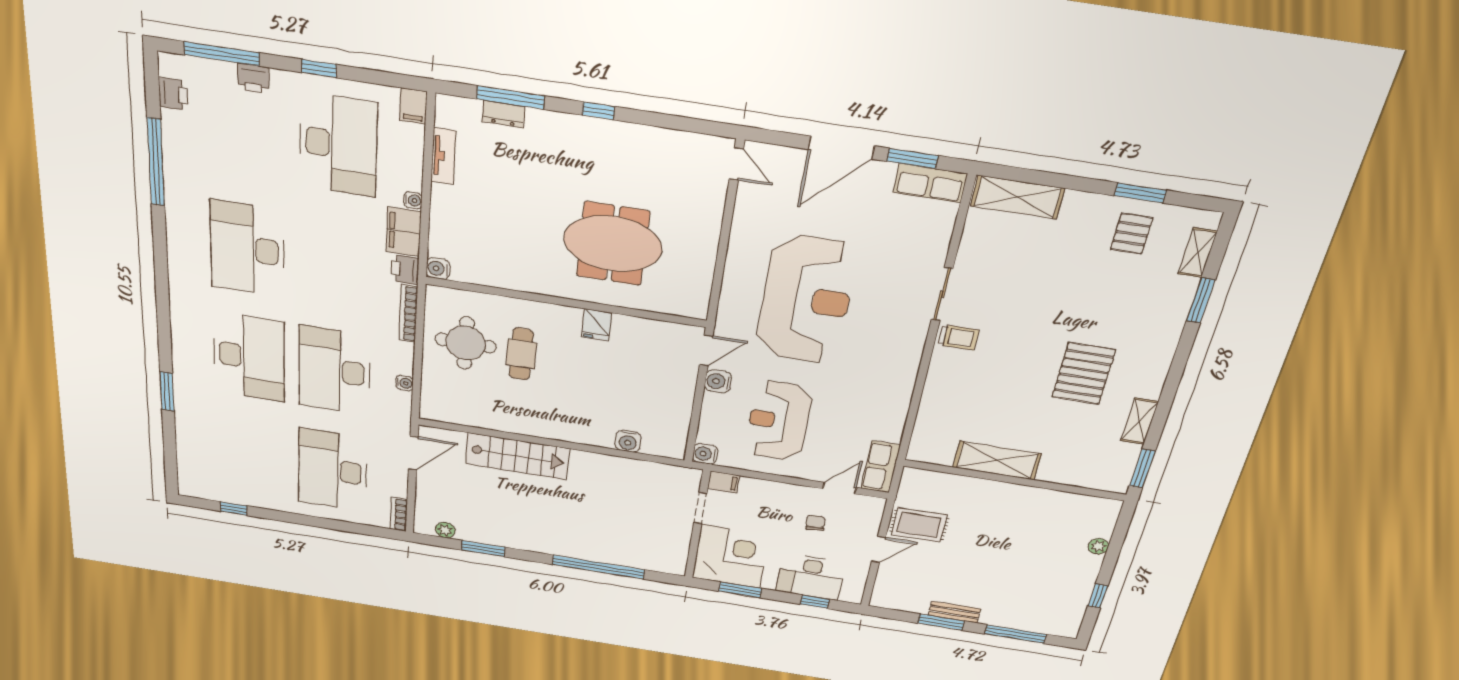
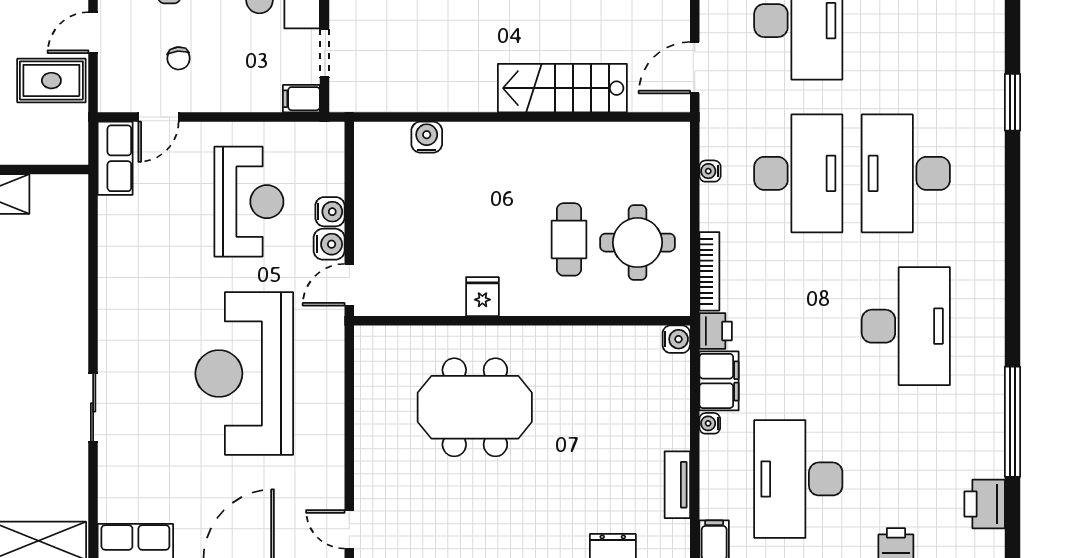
printer: (173, 94) -> (985, 504), width x1.36, depth x1.24
trolley: (959, 337) -> (62, 355), removed
water cooler: (705, 454) -> (330, 212), moved

